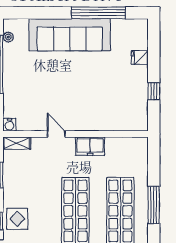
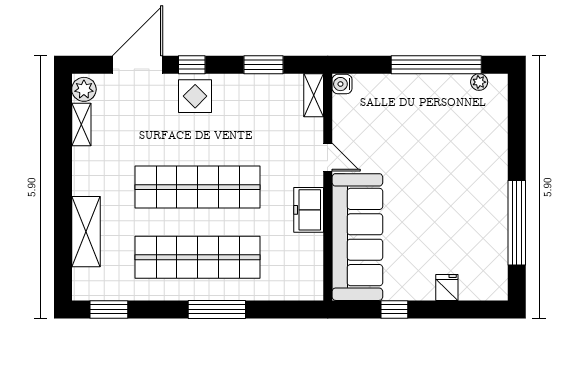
sofa: (70, 35) -> (357, 237), moved, turned 180
door: (56, 134) -> (328, 157), hinge flipped

